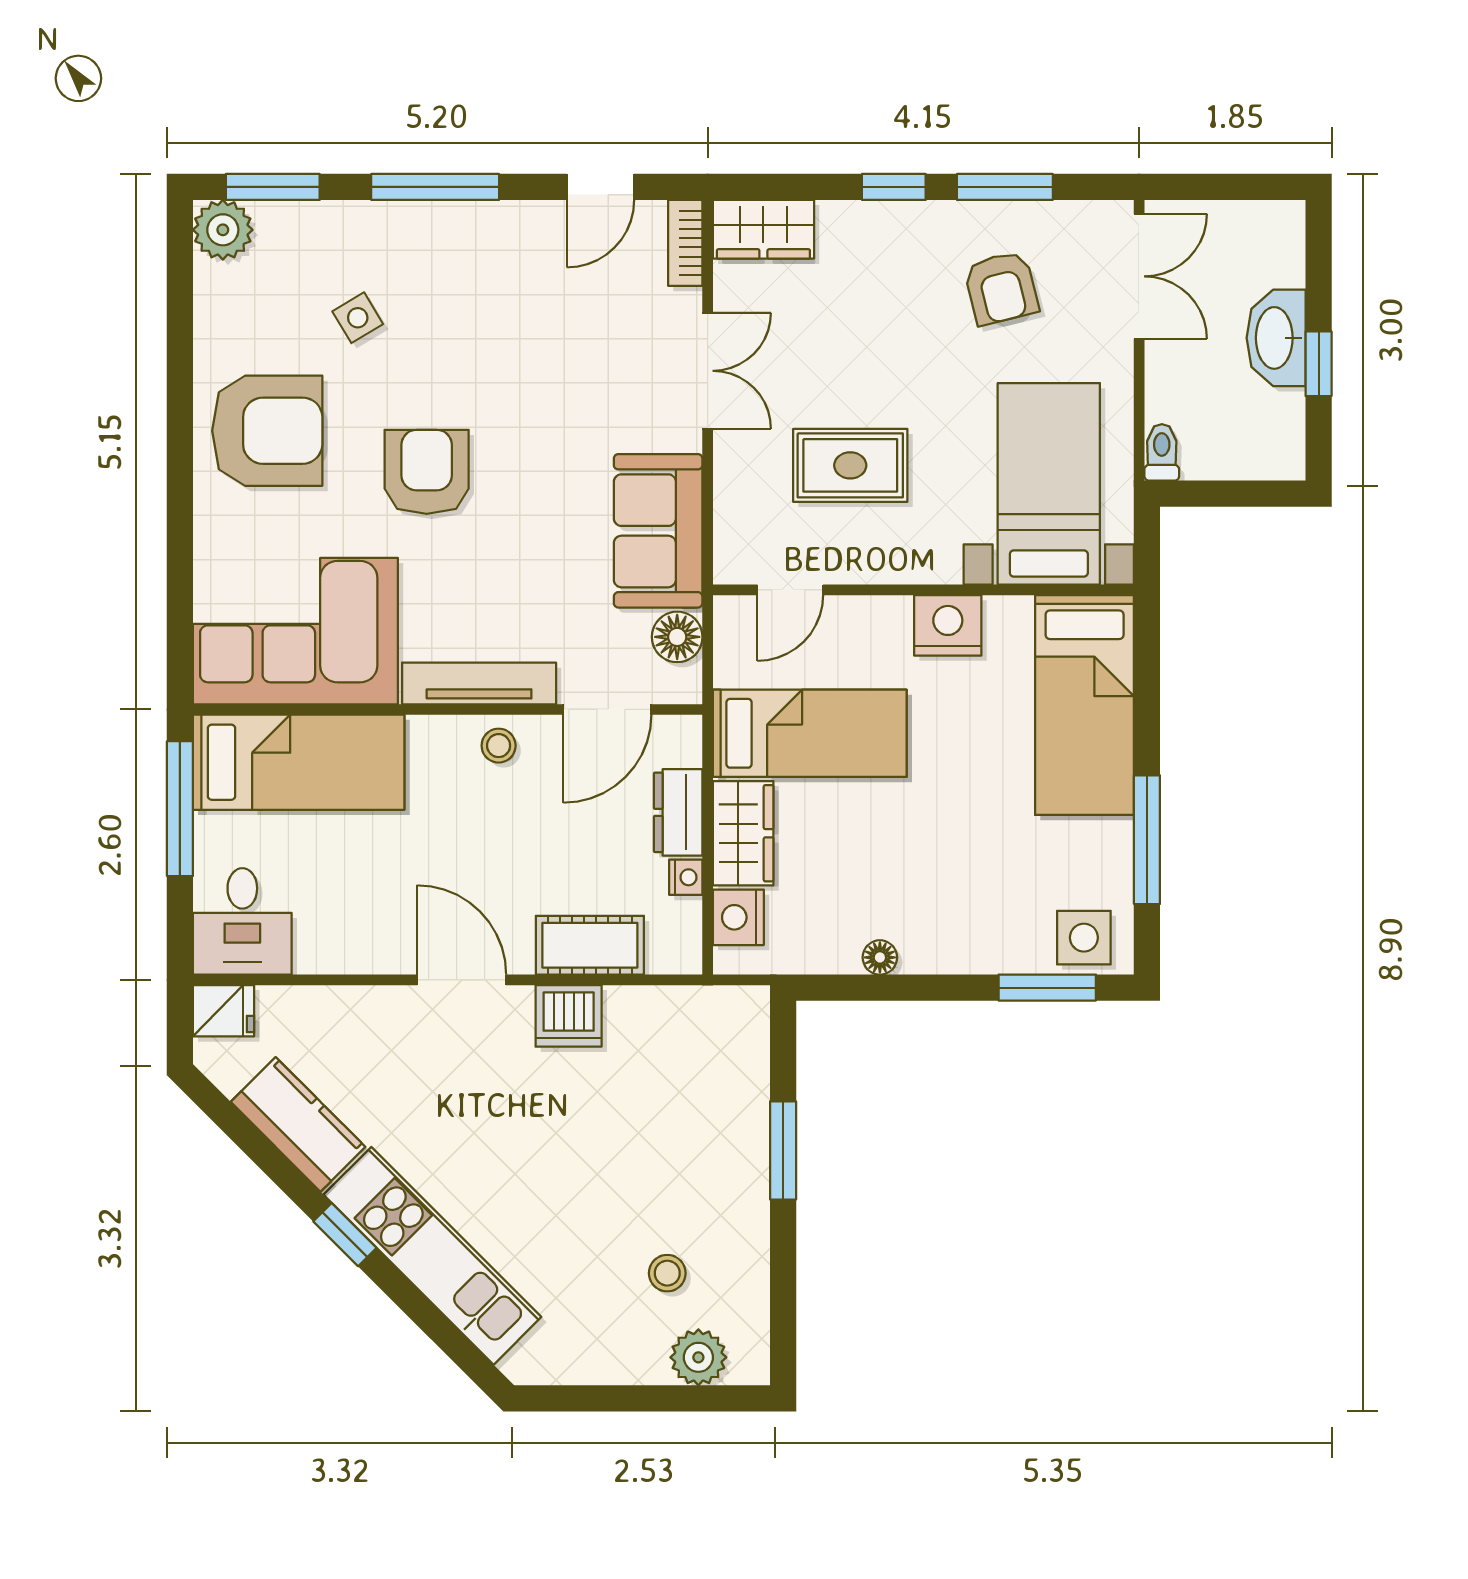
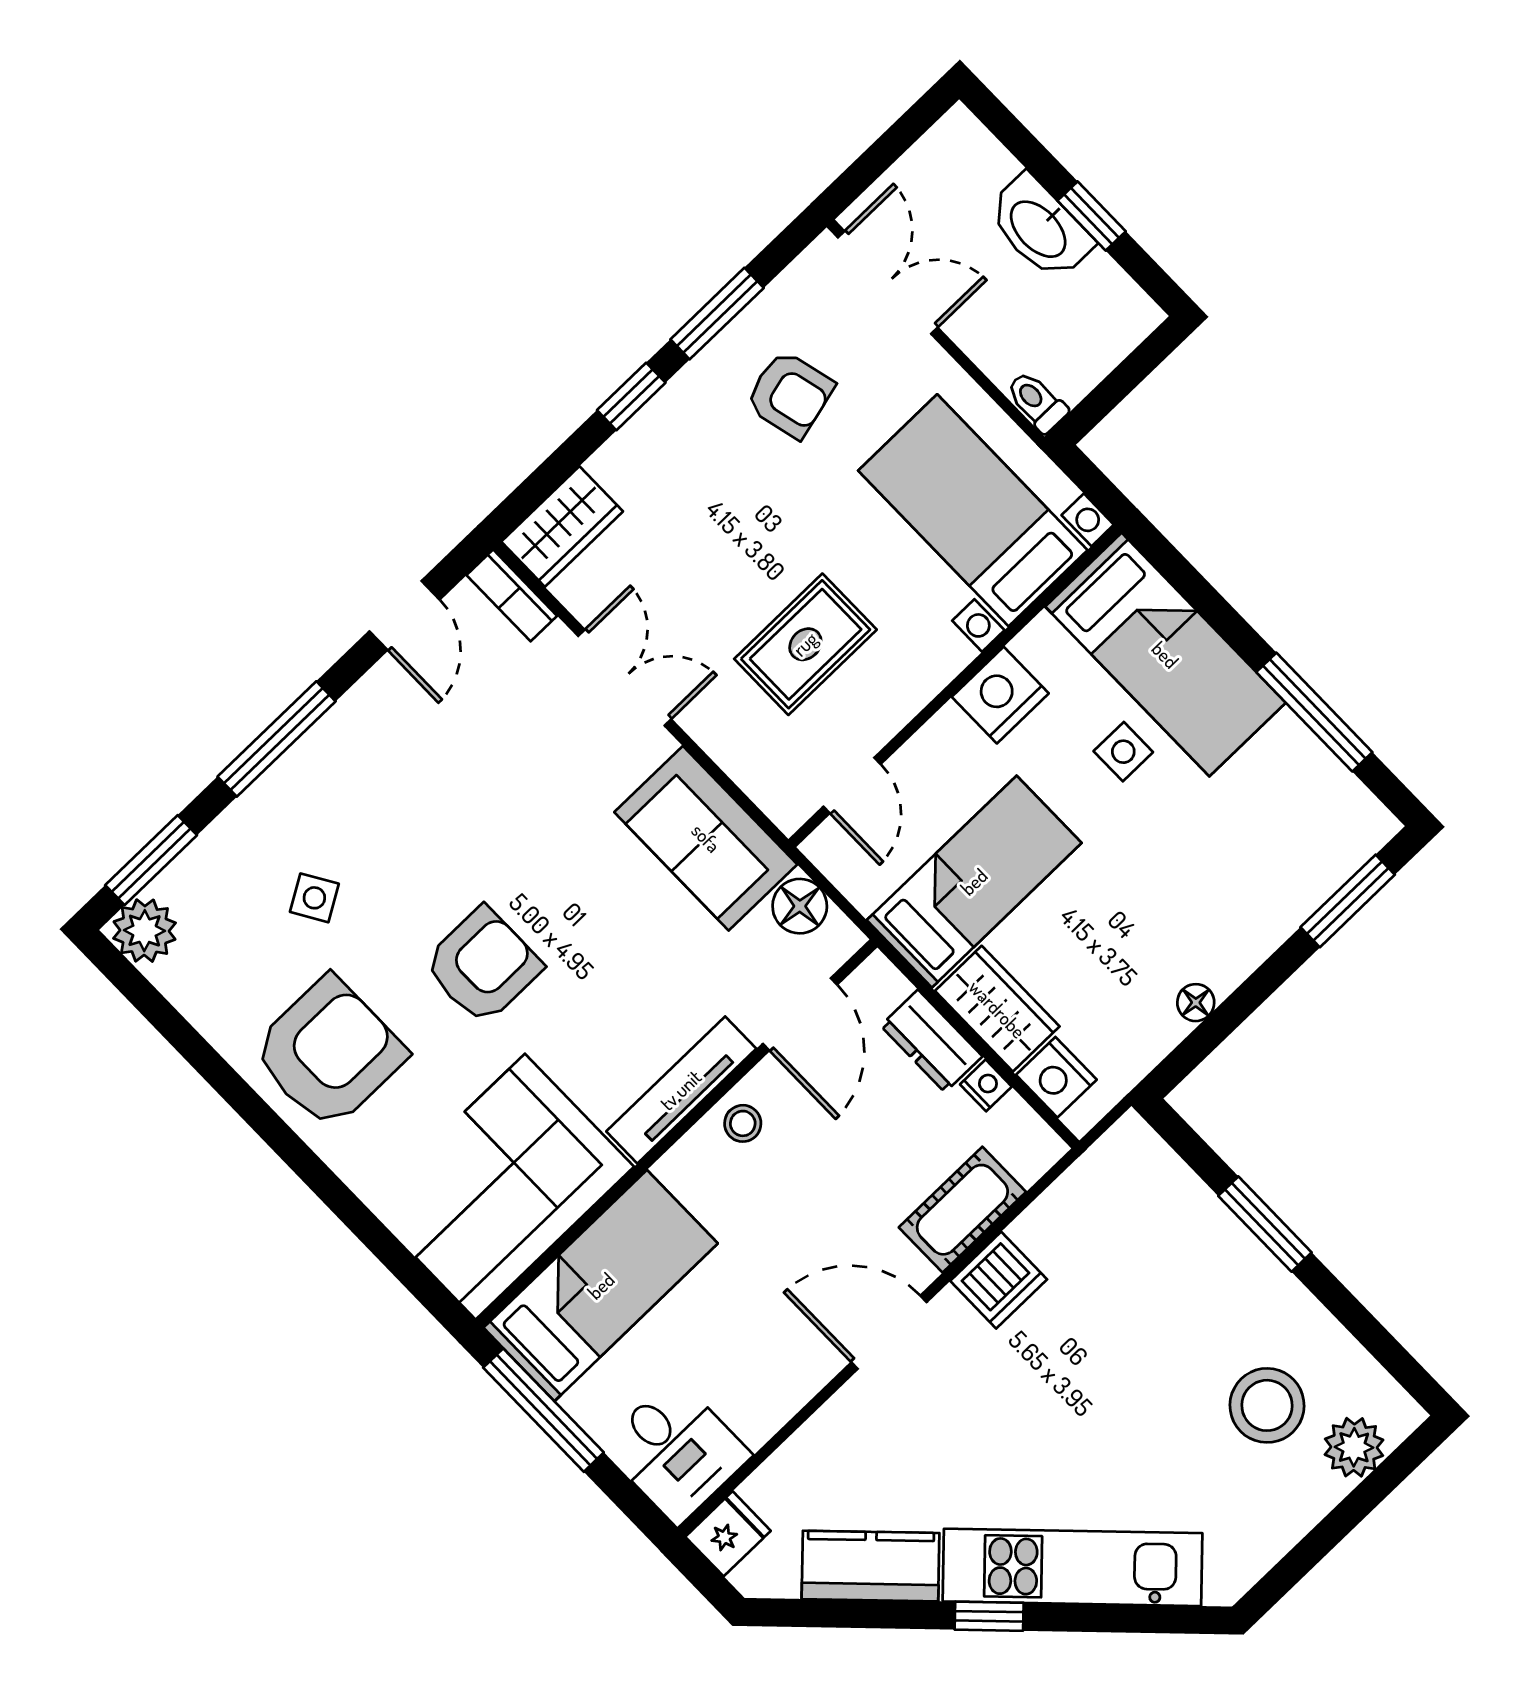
armchair: (427, 472) -> (483, 966), turned 90
side table: (1084, 938) -> (1123, 752), moved, width x0.73, depth x0.73
stool: (667, 1273) -> (1267, 1405), width x1.89, depth x1.89

